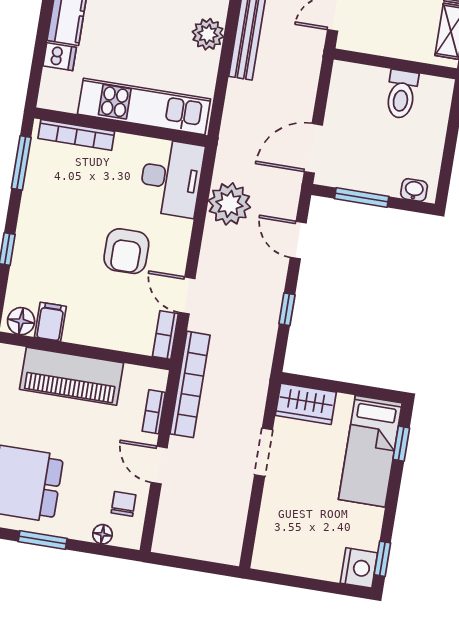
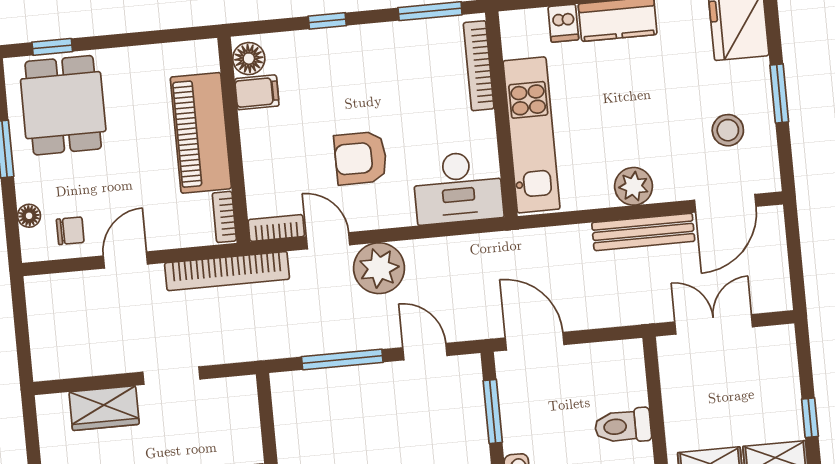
plant: (229, 204) -> (379, 268), moved
door: (298, 240) -> (425, 352), hinge flipped
door: (187, 295) -> (328, 241), hinge flipped
window: (287, 309) -> (342, 359), width x2.17
wardrobe: (306, 404) -> (104, 408), moved, turned -90
bookcase: (154, 412) -> (224, 217), moved, turned -90

